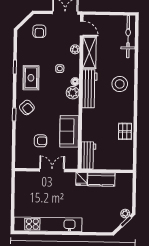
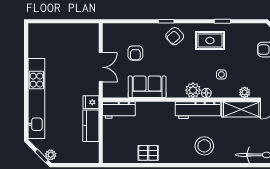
kitchen unit: (48, 224) -> (36, 99), moved

